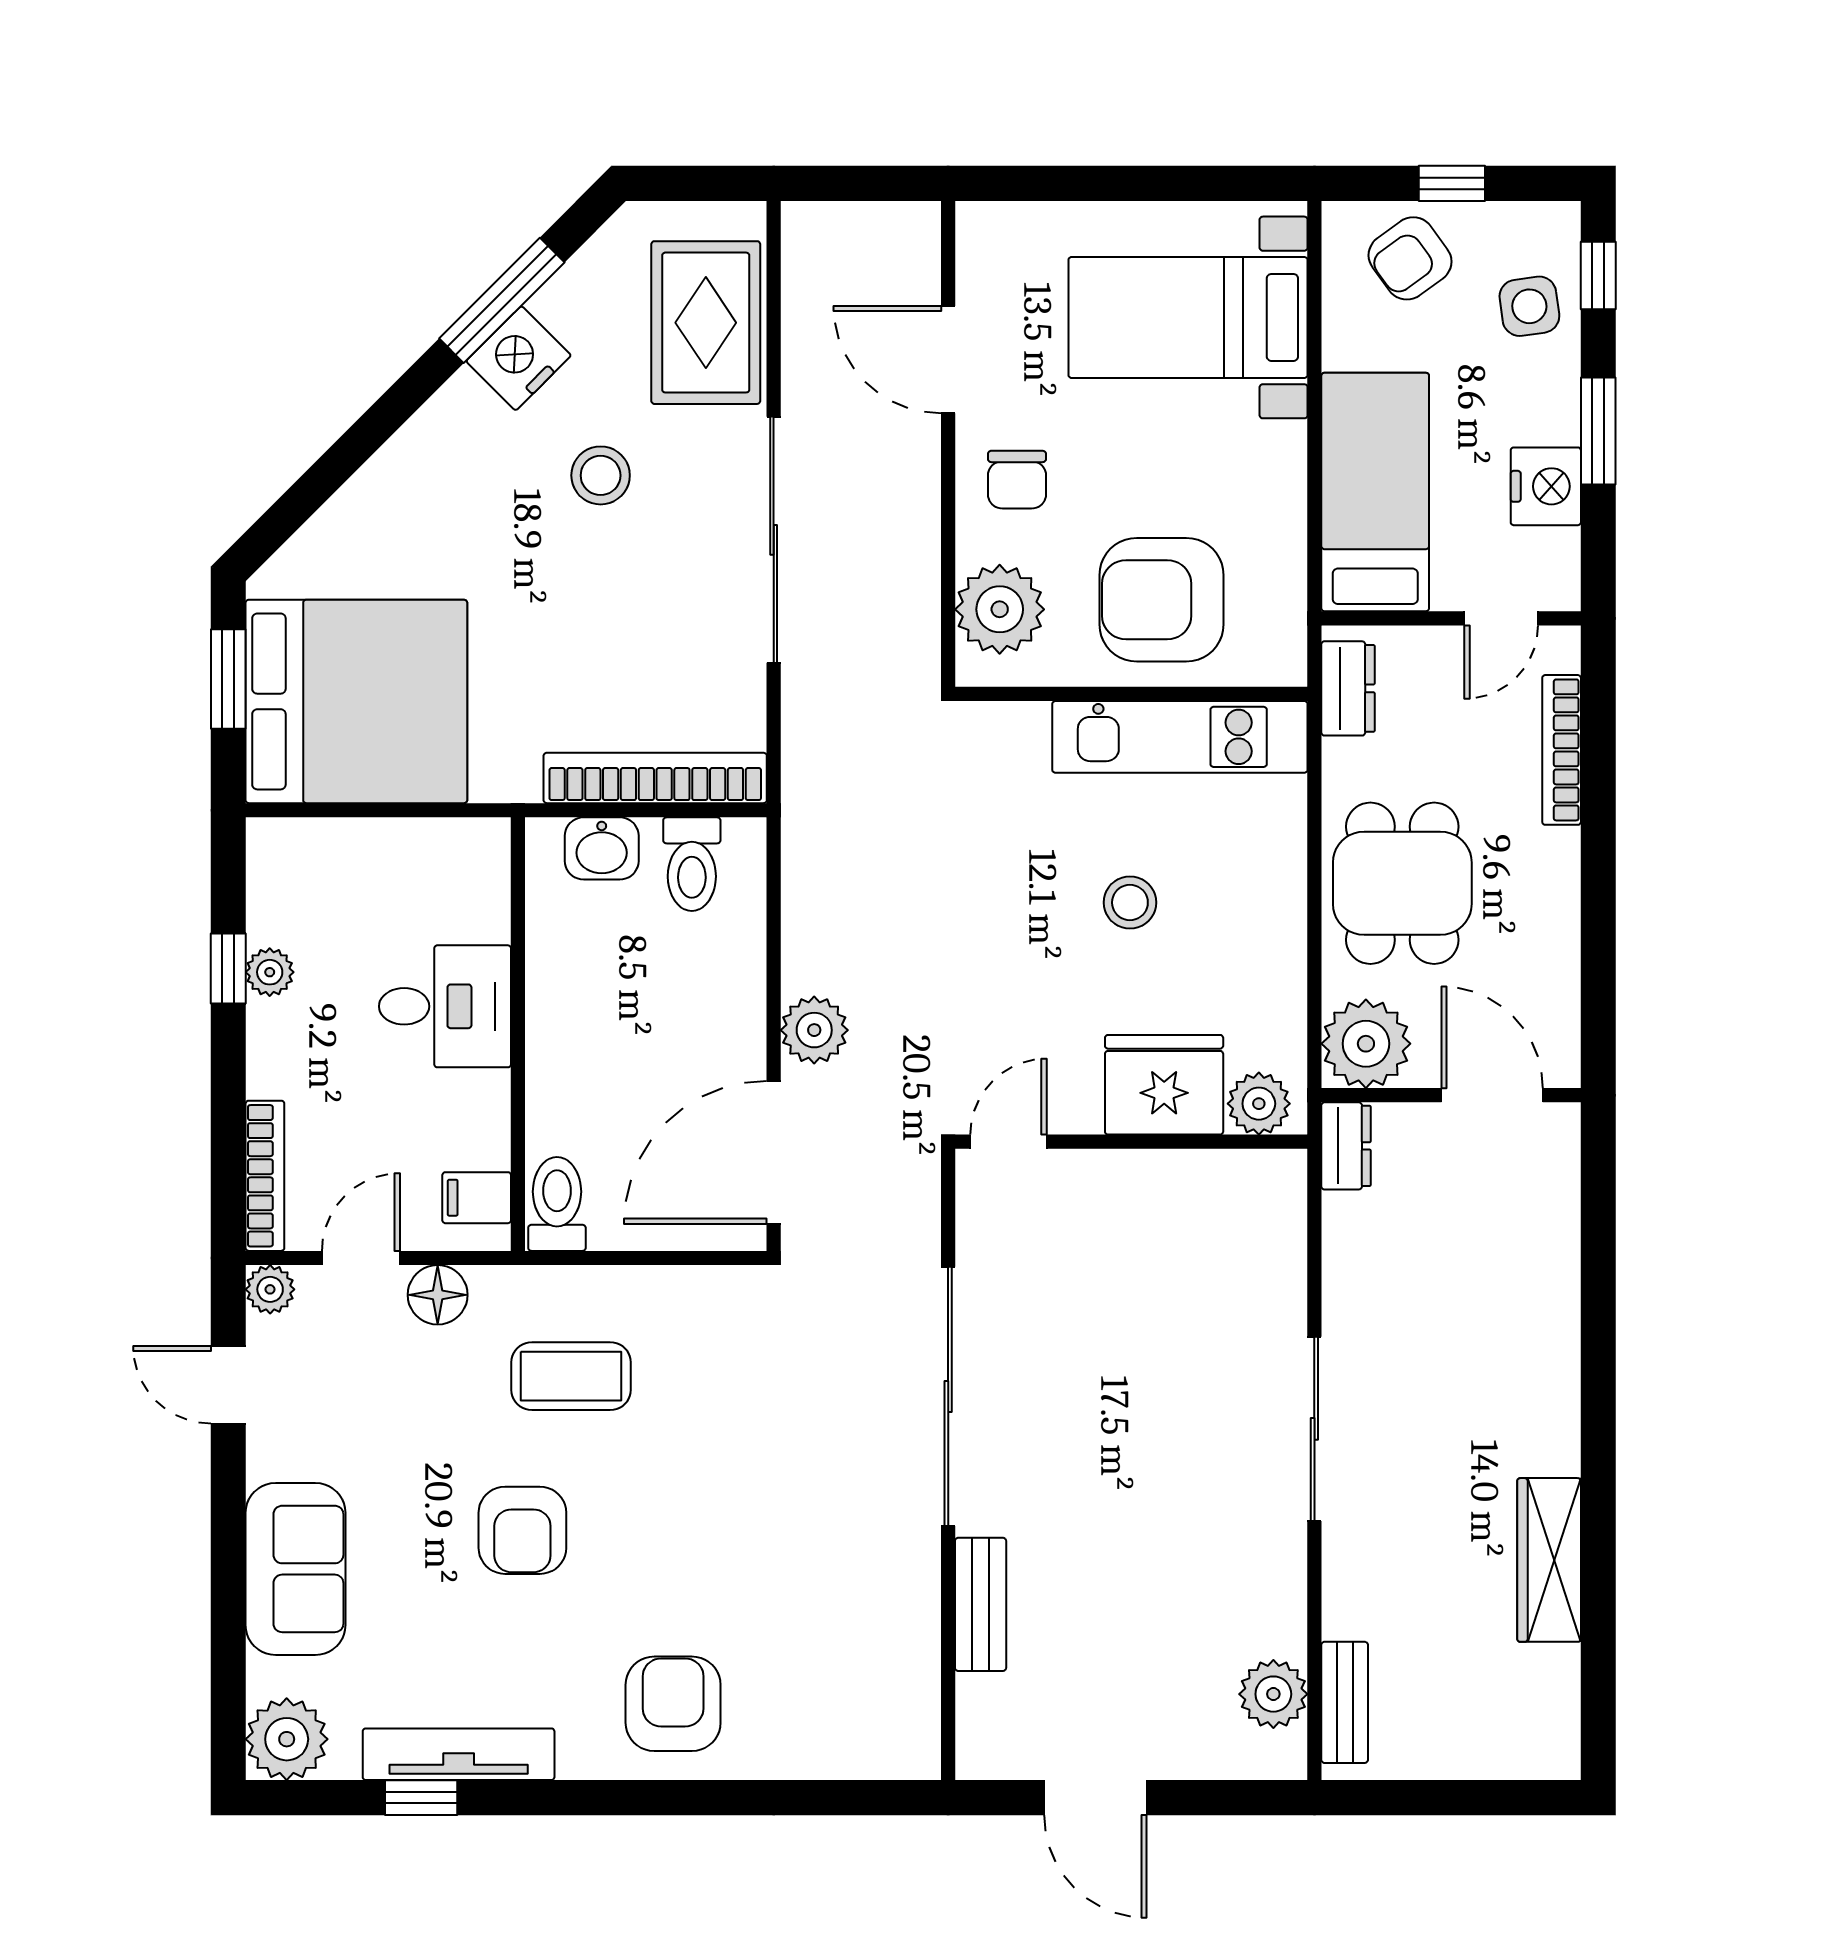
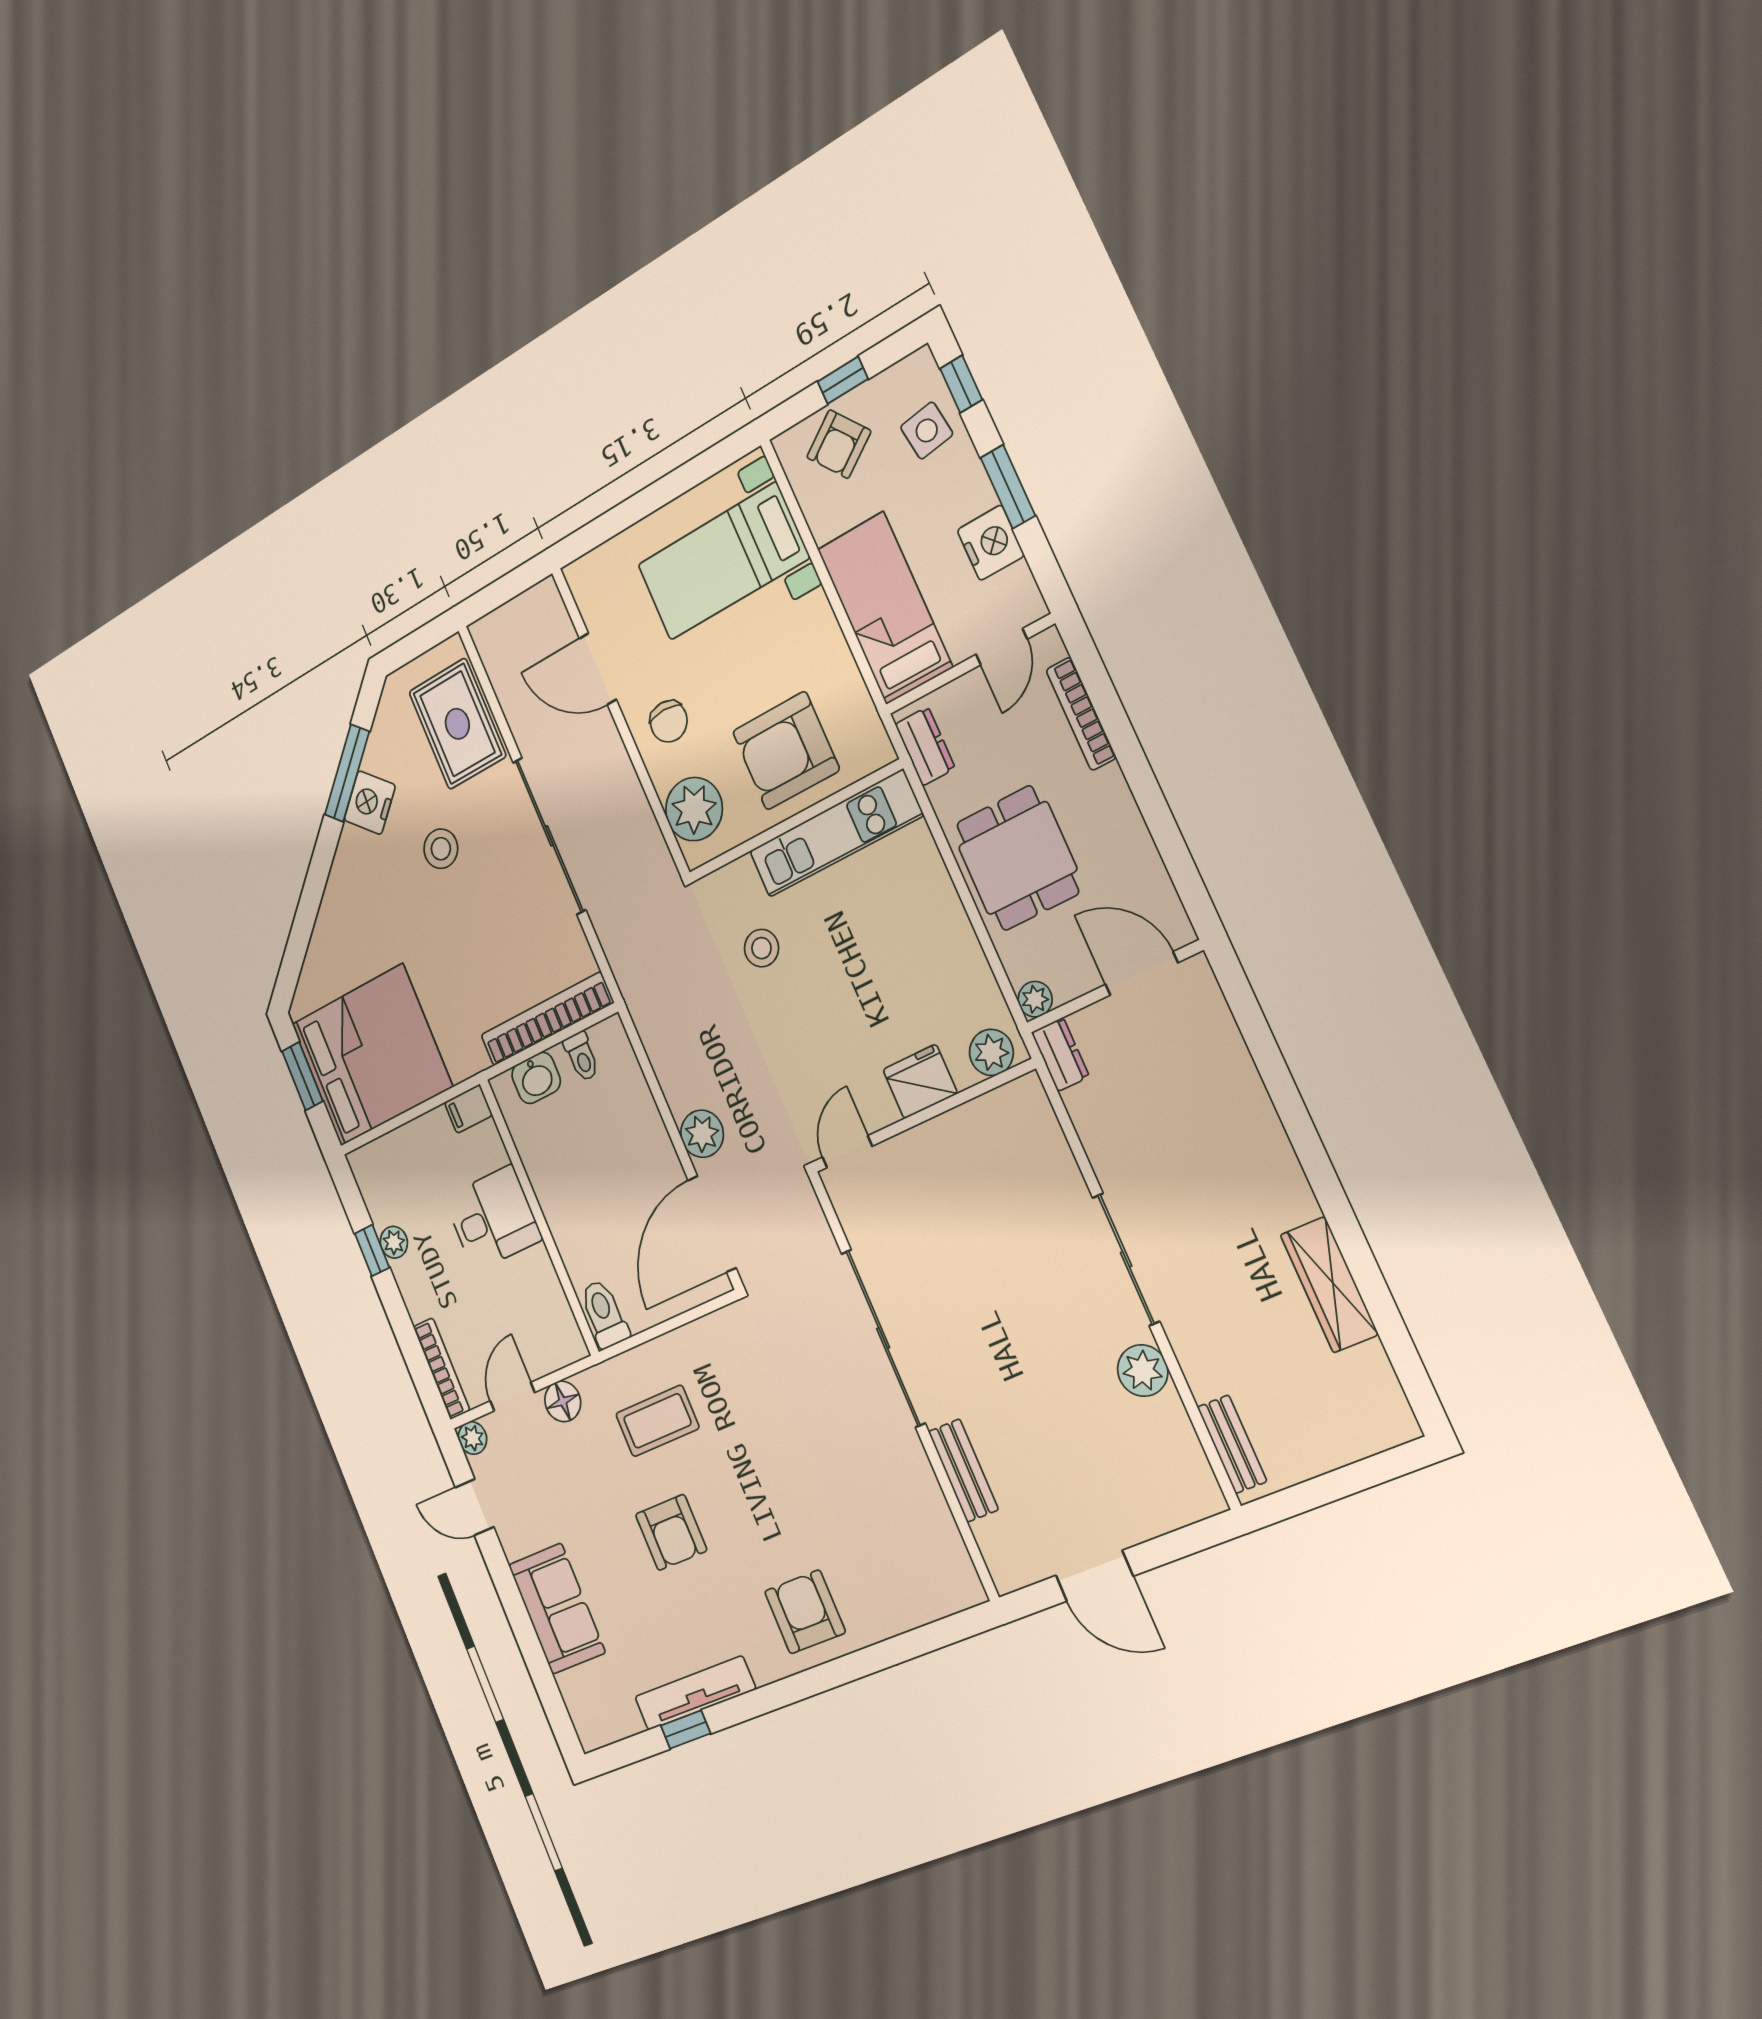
toilet: (692, 864) -> (582, 1056), width x0.73, depth x0.72
stool: (1130, 903) -> (761, 948), moved
plant: (1366, 1044) -> (1035, 999), width x0.53, depth x0.53
fridge: (1164, 1085) -> (920, 1082), width x0.73, depth x0.75
filing cabinet: (477, 1198) -> (468, 1109), moved
plant: (1273, 1694) -> (1143, 1371), moved
plant: (287, 1739) -> (596, 1720), removed

